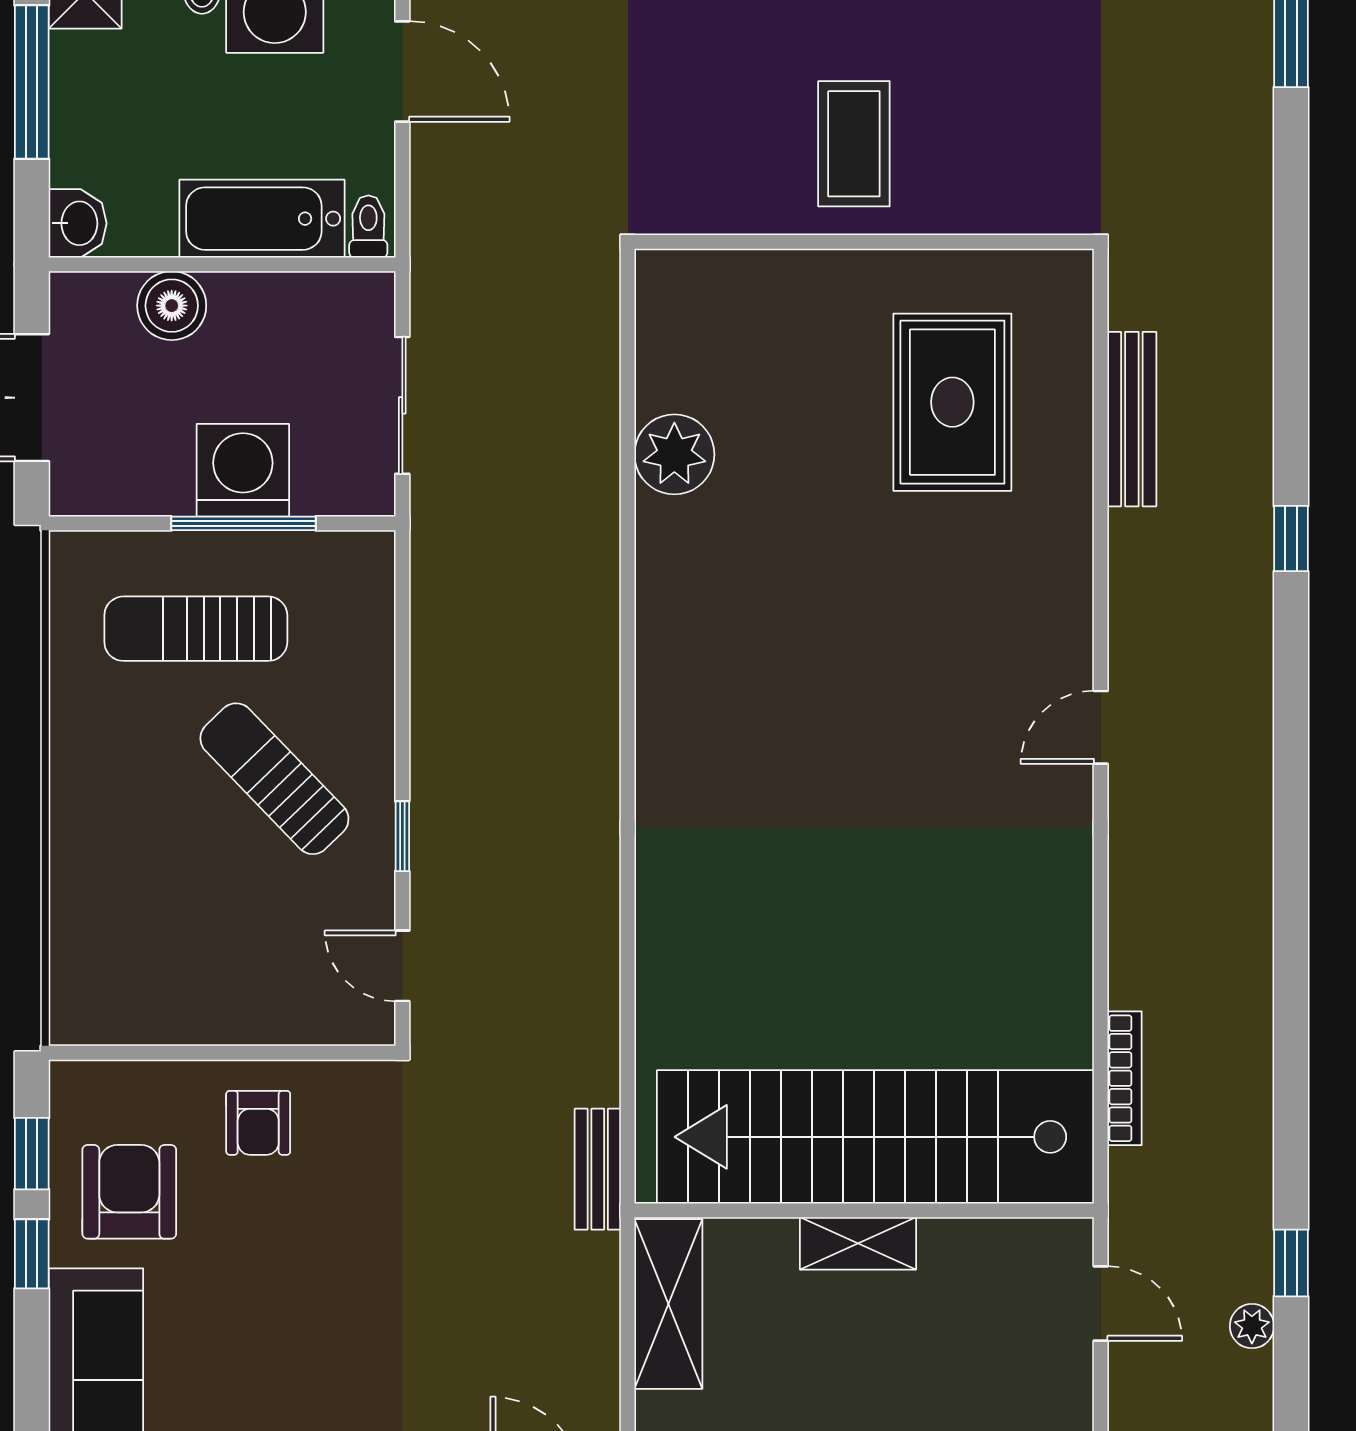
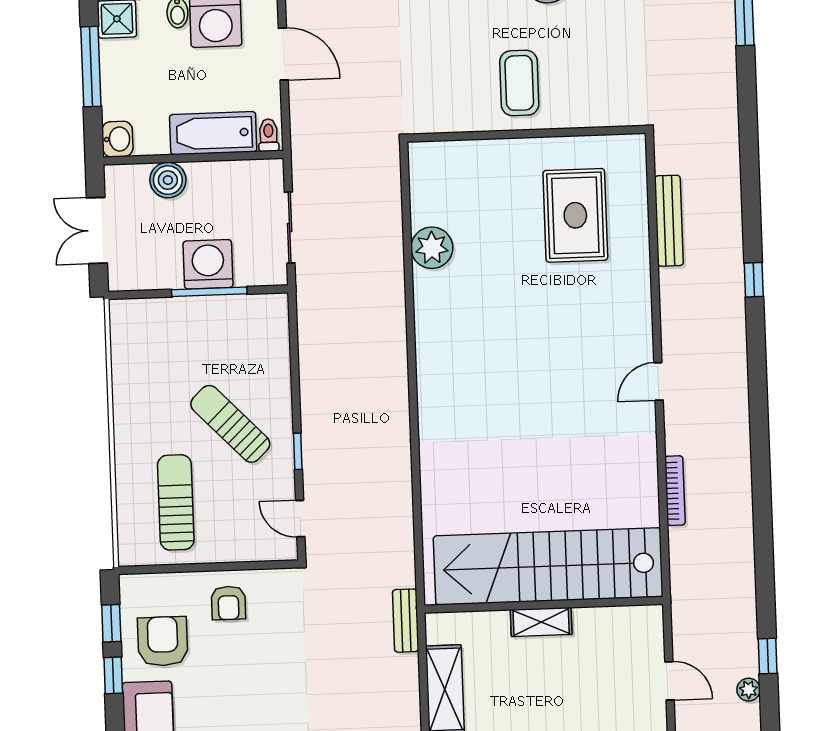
sun lounger: (196, 629) -> (176, 502), moved, turned 90
bookcase: (1125, 1078) -> (675, 491), moved
stairs: (875, 1137) -> (548, 566), moved
wall: (864, 1210) -> (544, 605), moved
shelving: (858, 1243) -> (541, 622), moved

